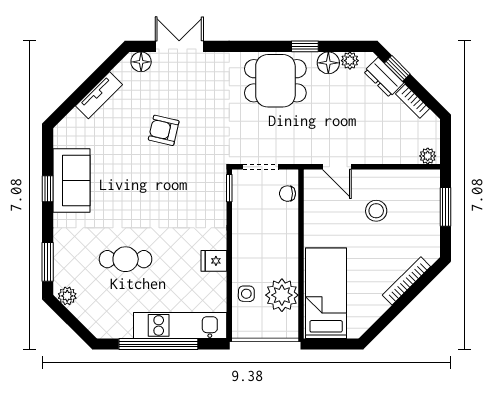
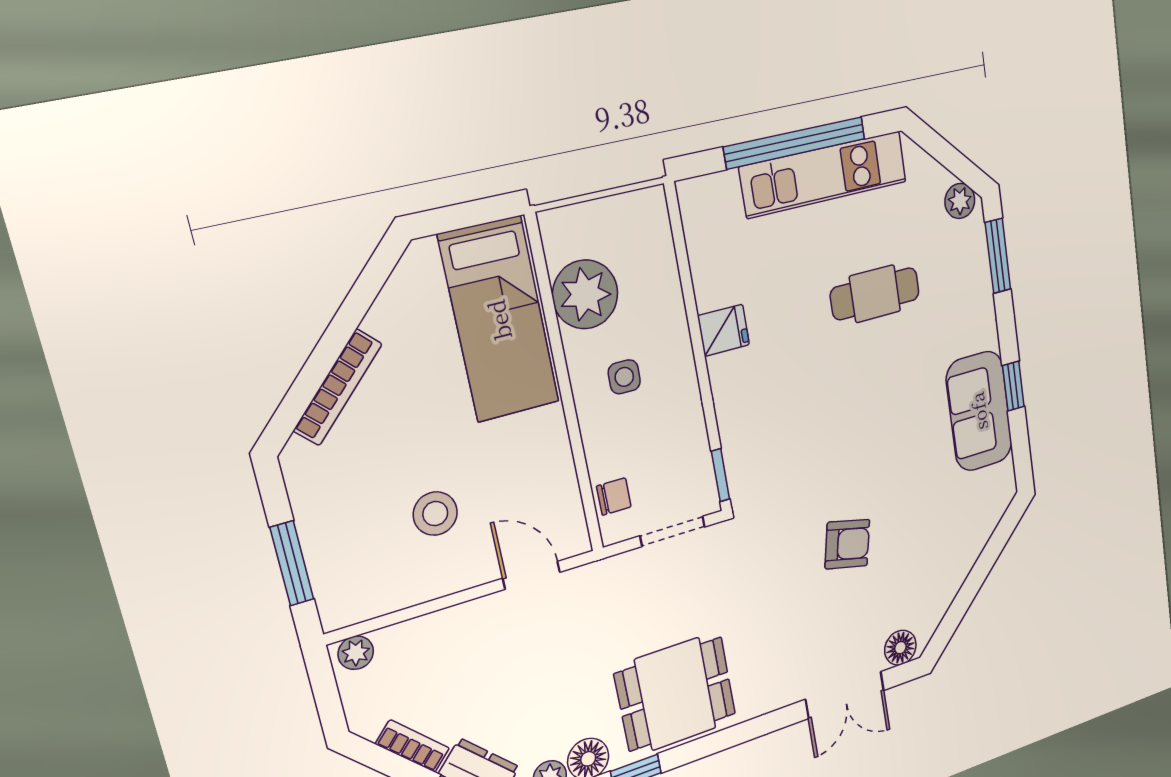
tv unit: (99, 95) -> (956, 570), removed
side table: (246, 294) -> (624, 377), moved
kitchen unit: (180, 325) -> (824, 174), moved

